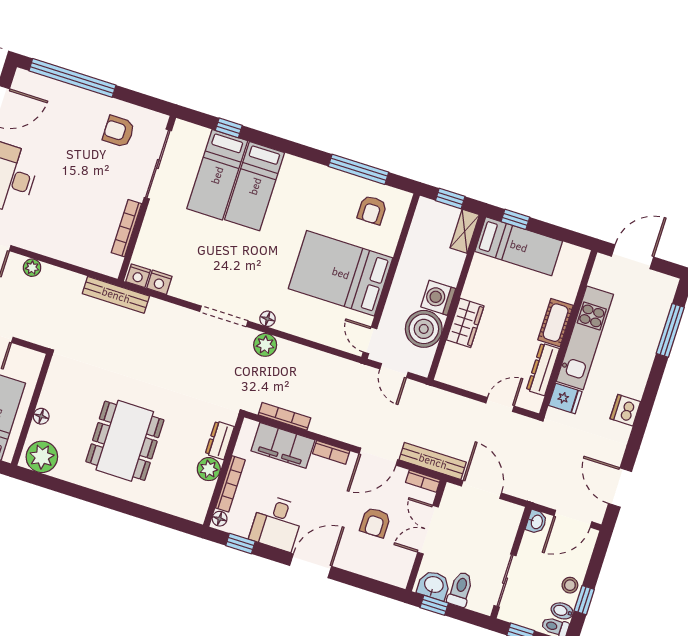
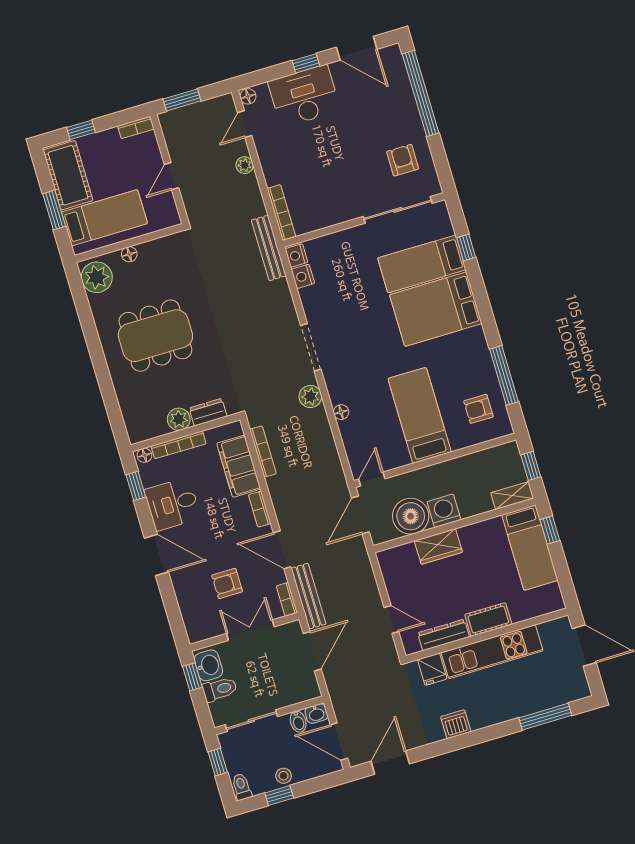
bed: (255, 186) -> (436, 309), width x1.50
bookcase: (126, 228) -> (281, 213), moved, turned 90
bed: (341, 273) -> (420, 415), width x0.67
floor lamp: (268, 319) -> (341, 412), moved
door: (394, 371) -> (360, 515), width x1.38
bidet: (562, 611) -> (298, 722), moved, turned 180

